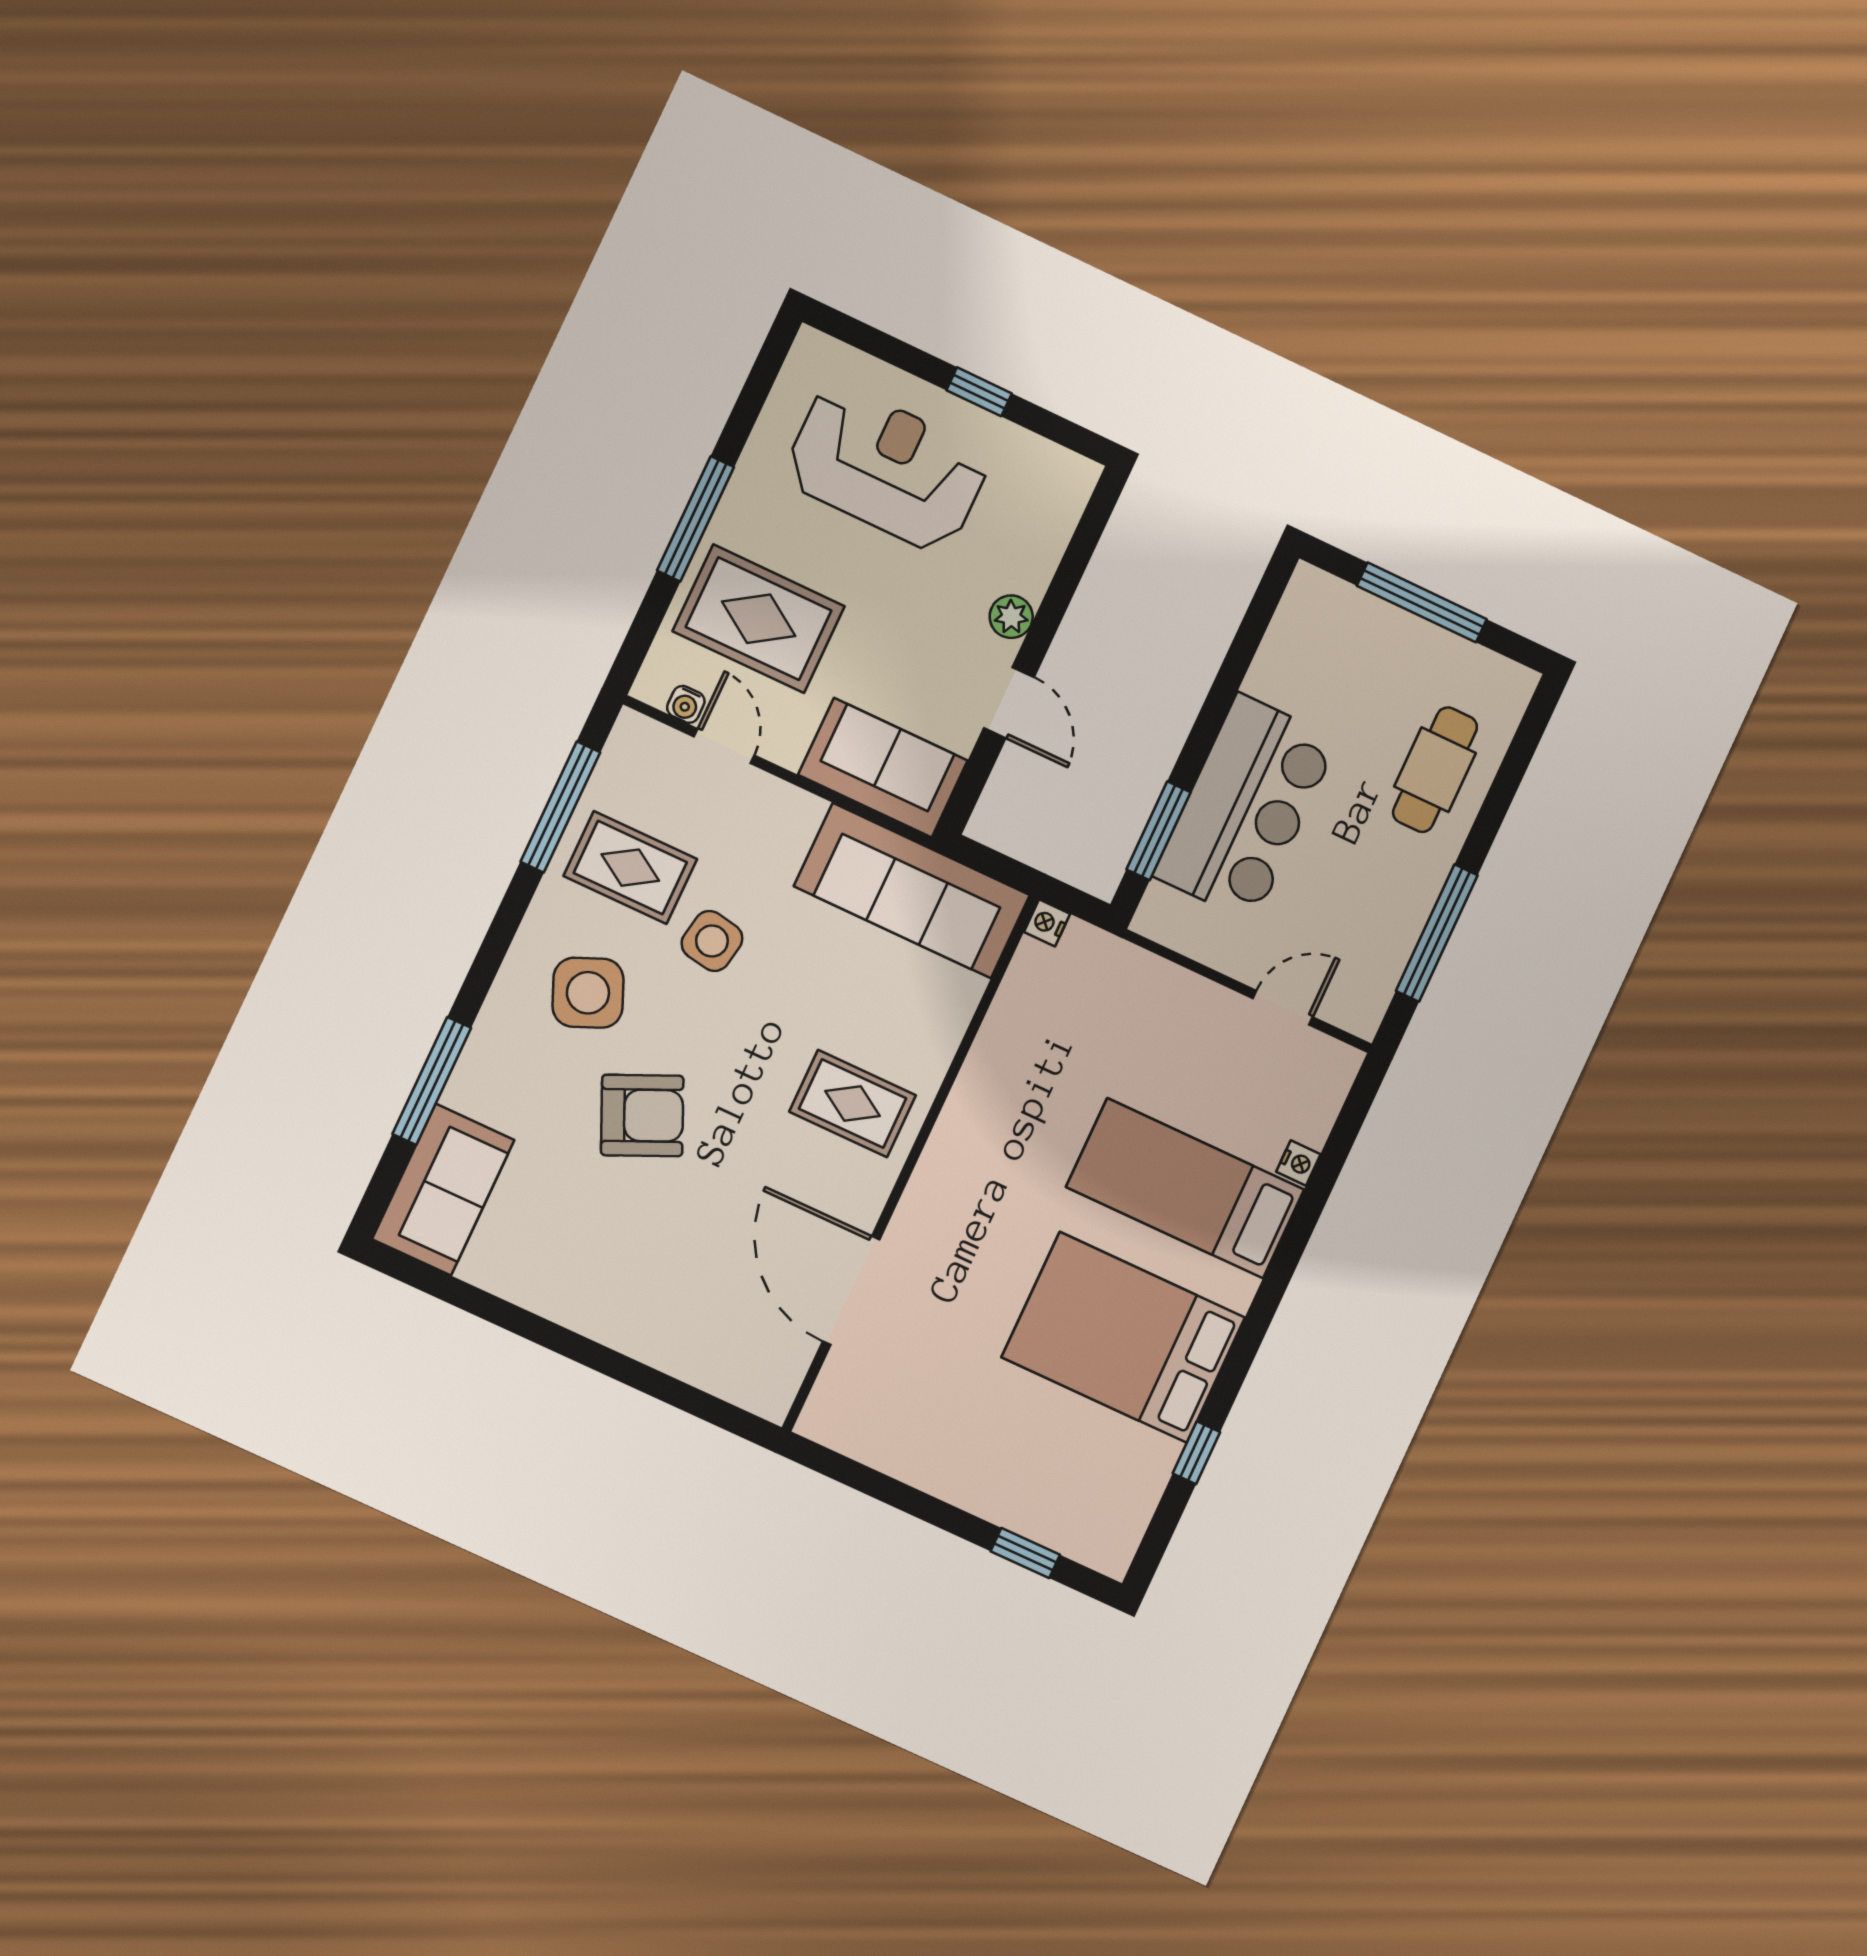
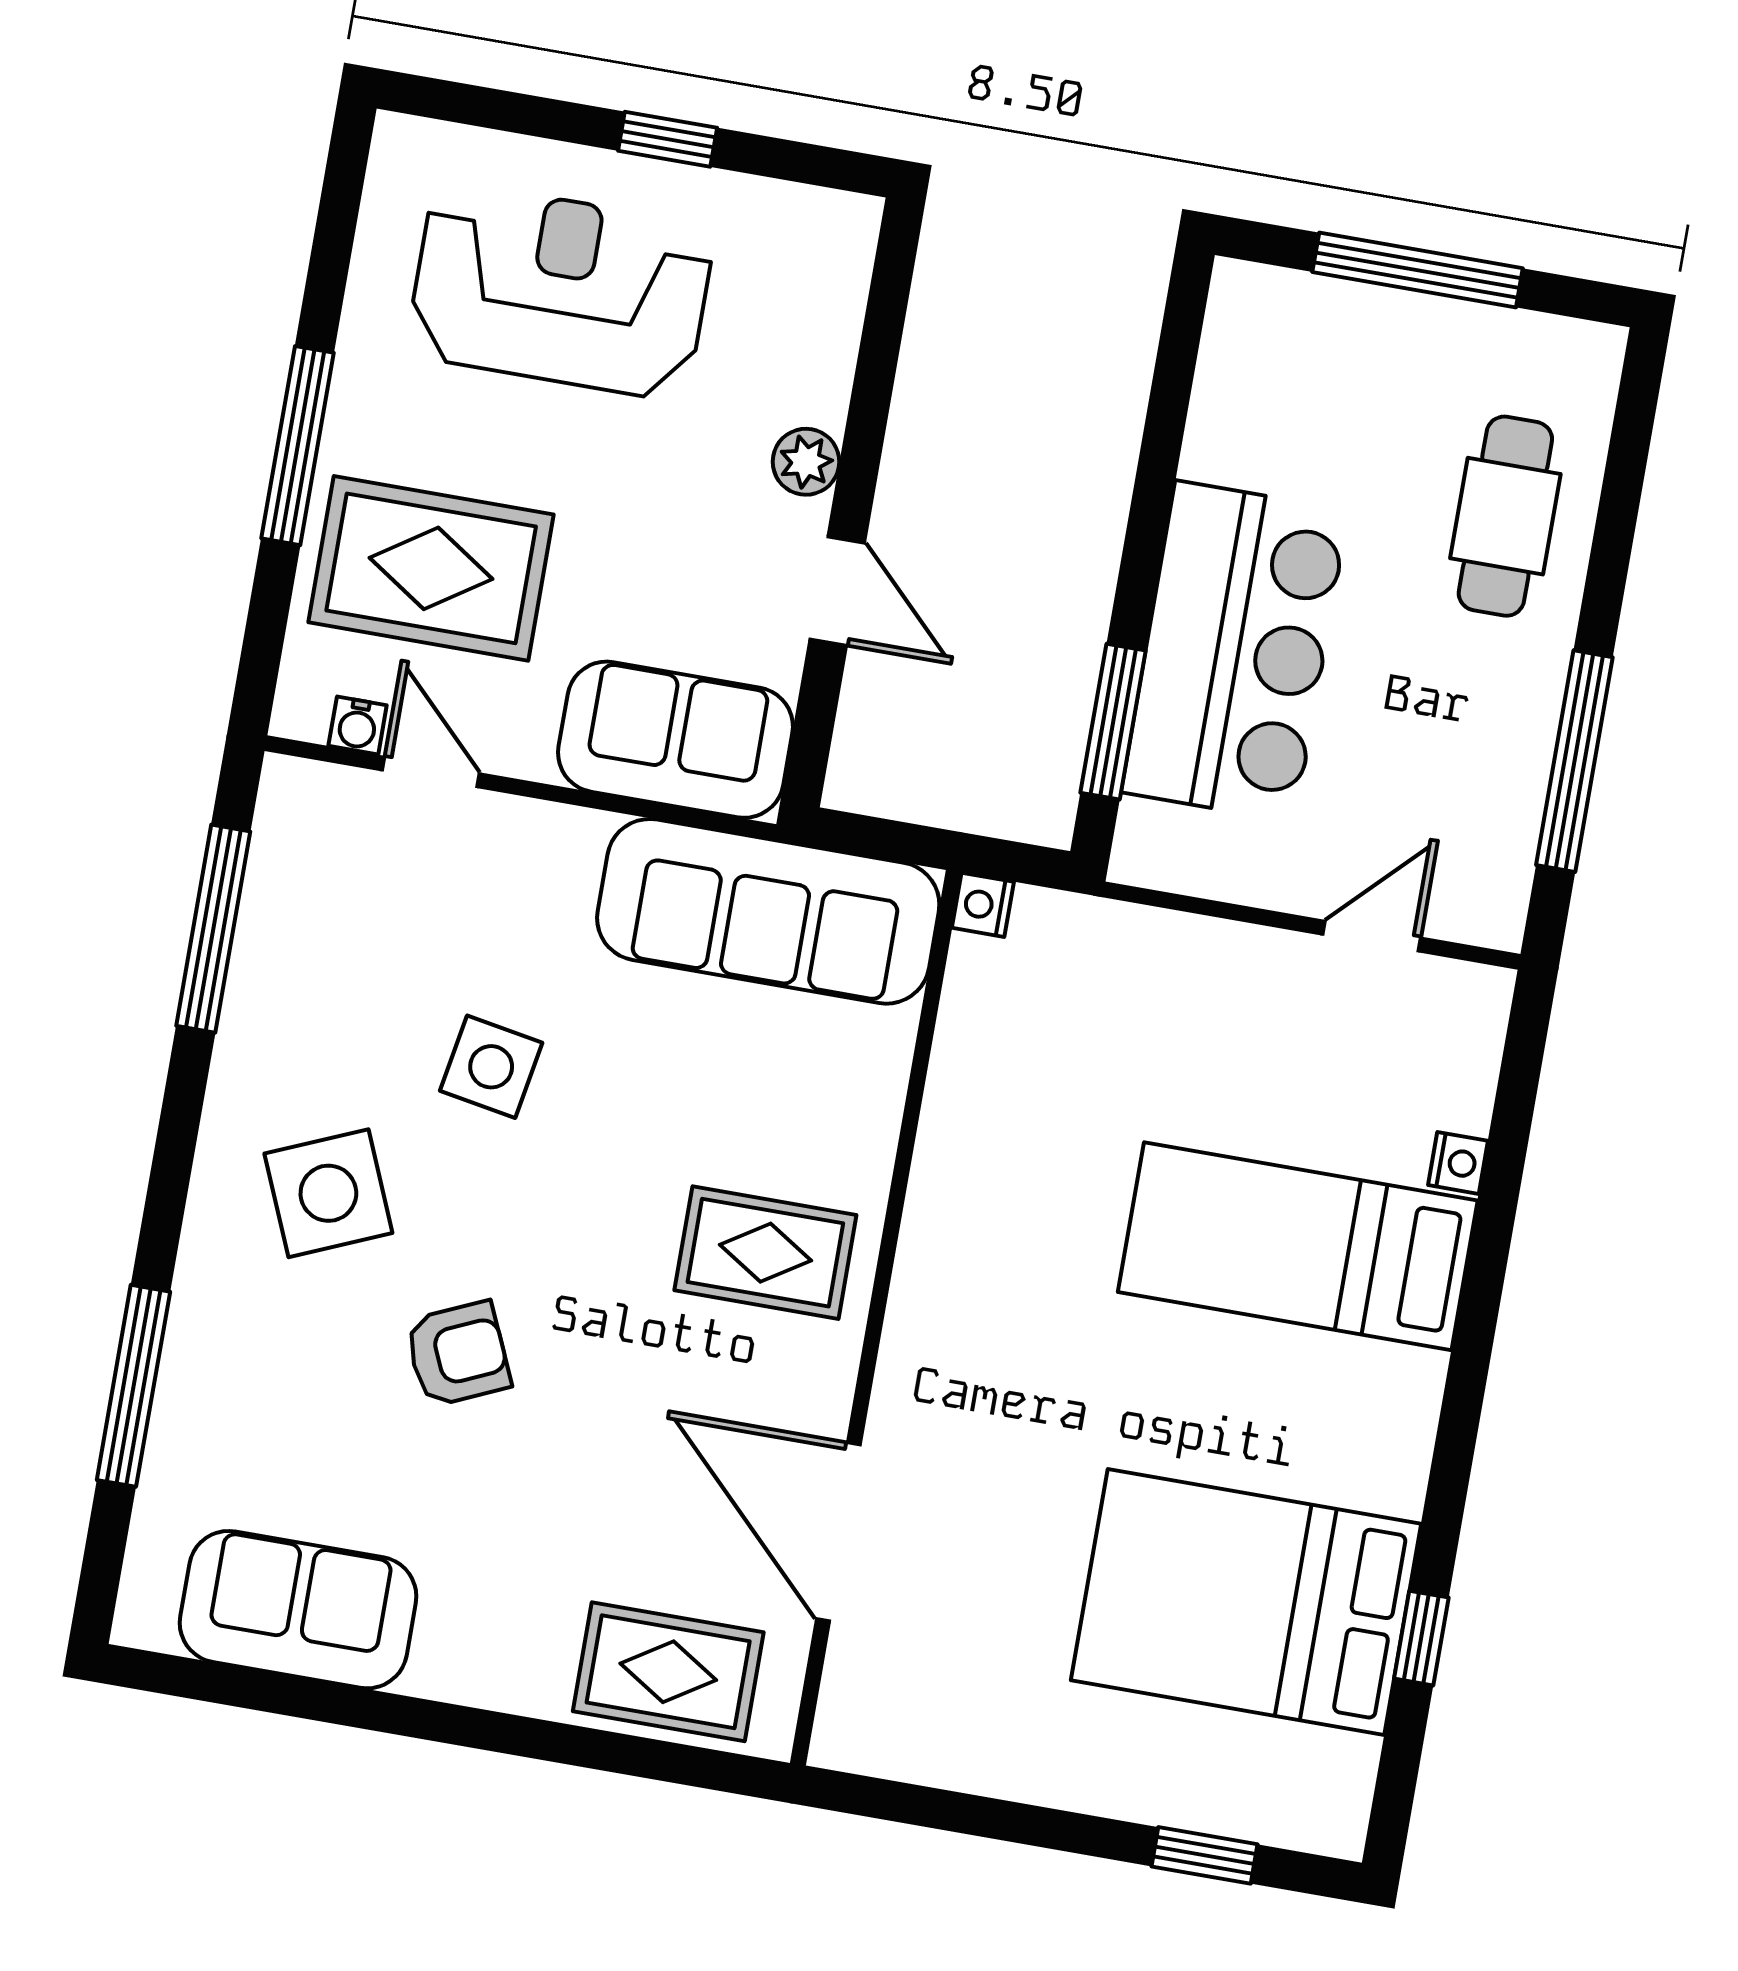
rug: (630, 868) -> (668, 1672), moved
armchair: (642, 1115) -> (458, 1354), width x0.72, depth x0.72
sofa: (443, 1190) -> (298, 1610), moved, turned -90
bed: (1123, 1337) -> (1246, 1602), moved

